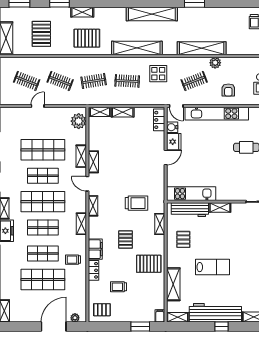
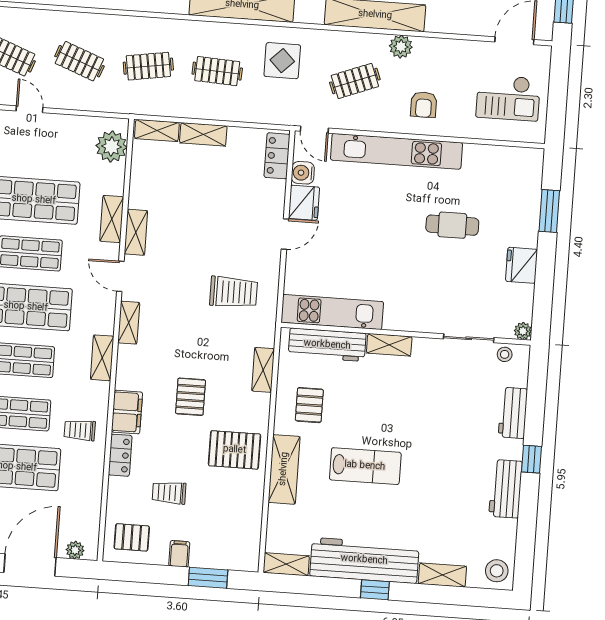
door: (38, 106) -> (30, 109), hinge flipped
trolley: (136, 203) -> (234, 292), moved
shelving: (173, 284) -> (284, 469), moved
filing cabinet: (160, 316) -> (179, 554), moved

